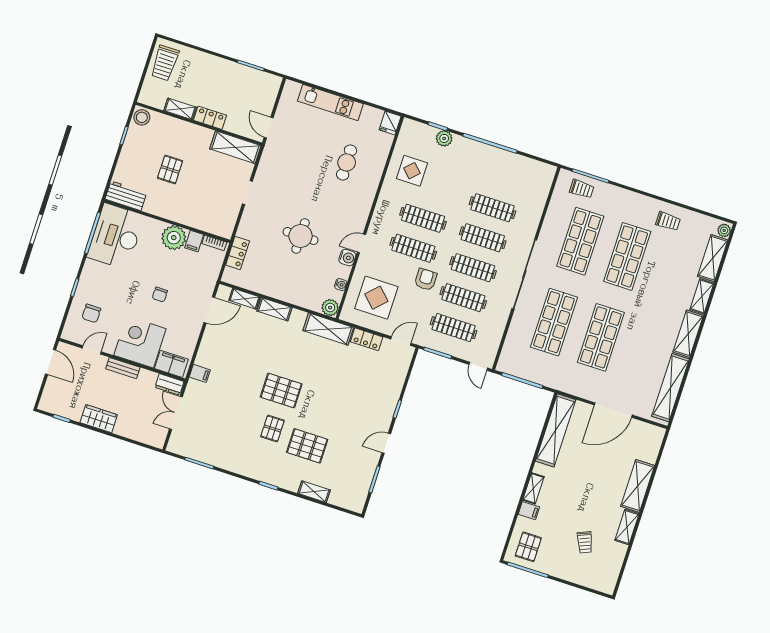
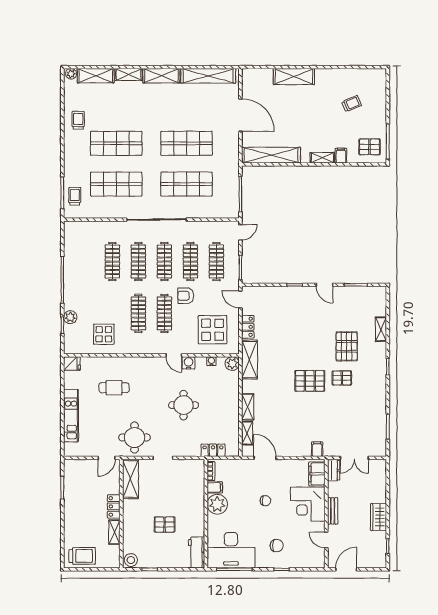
round table: (282, 167) -> (135, 438), added
chair: (91, 313) -> (277, 546), moved
pallet: (281, 391) -> (310, 381), turned 90
shelving: (627, 527) -> (329, 74), removed

